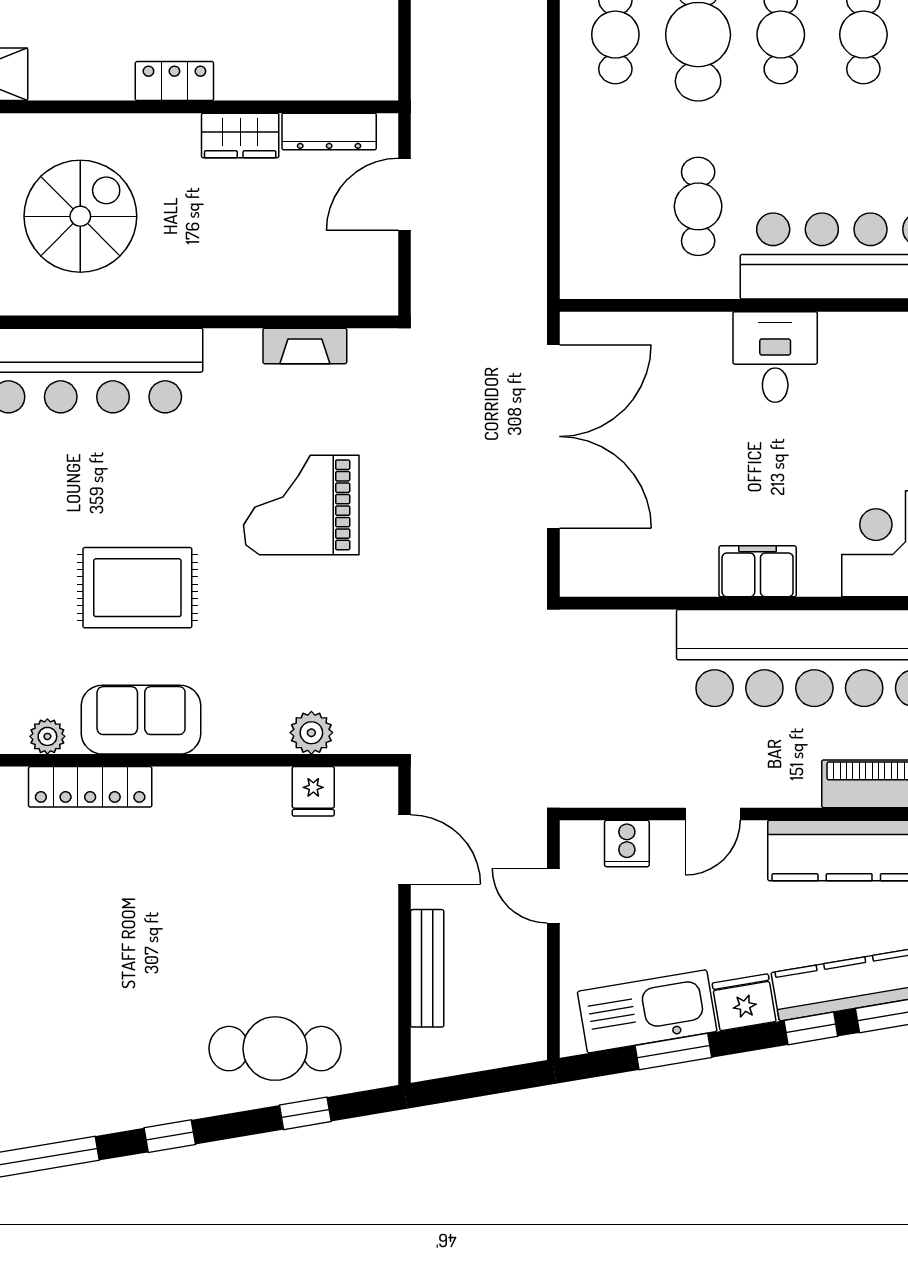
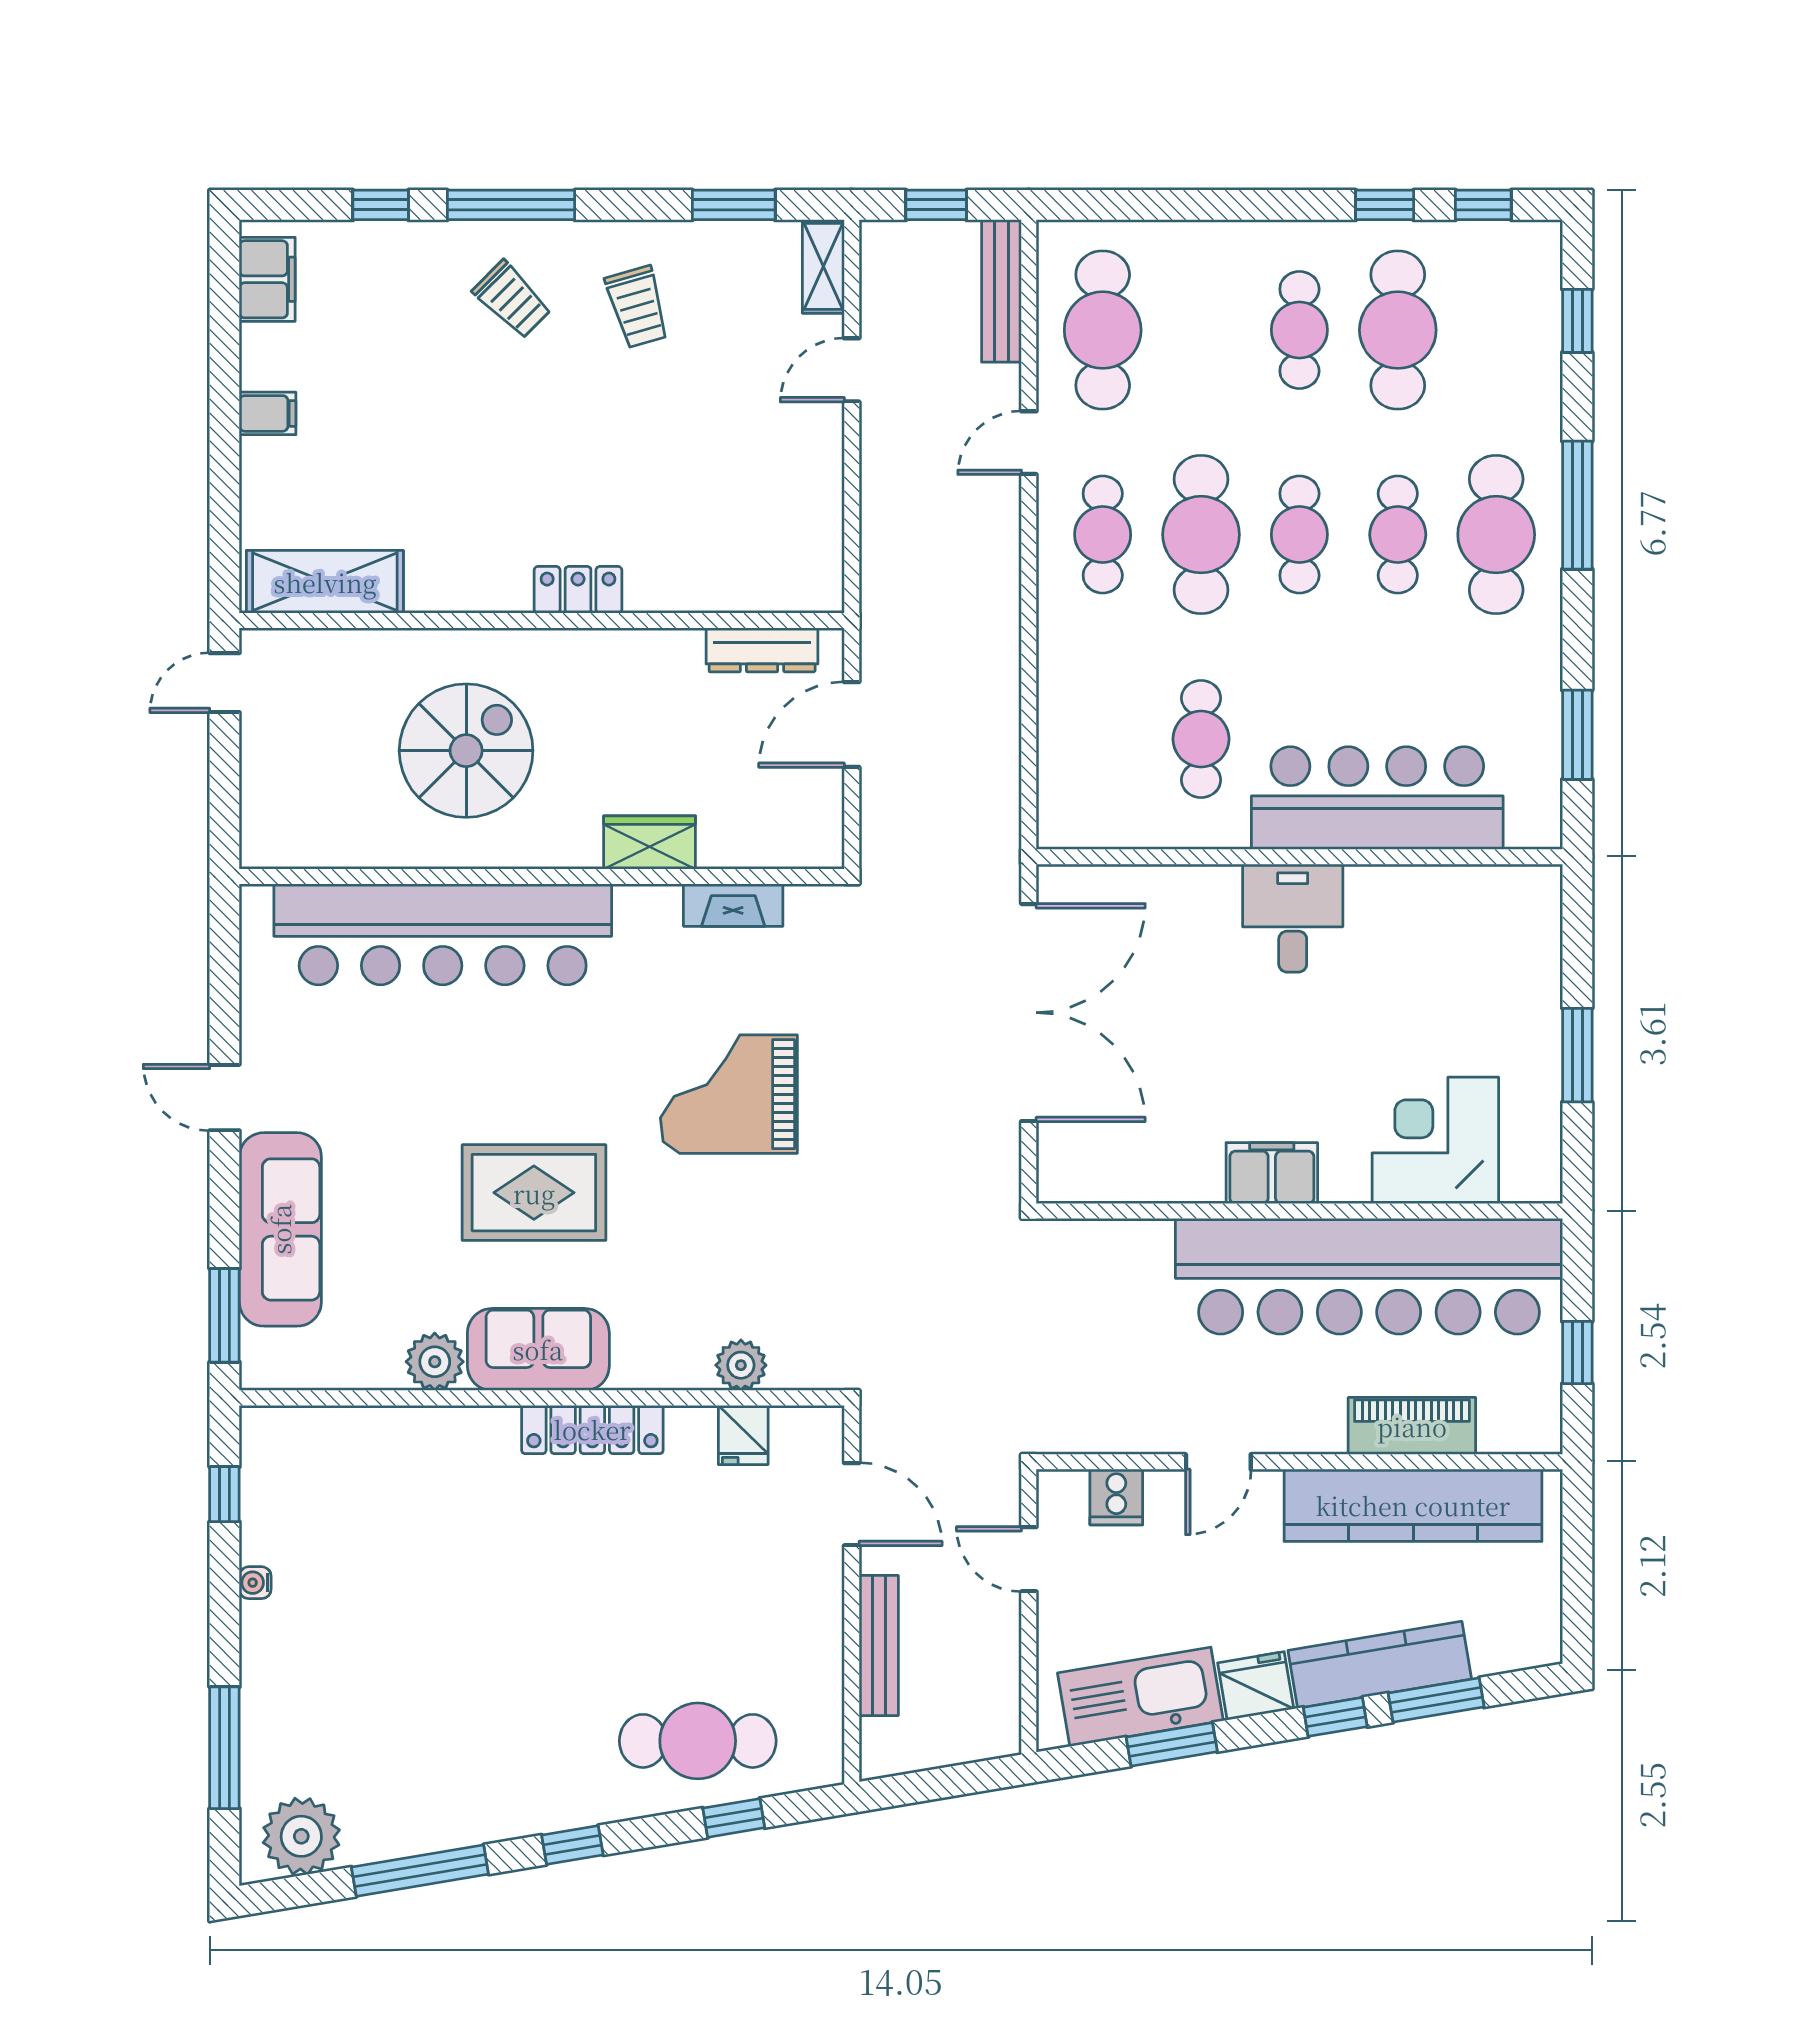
wardrobe: (240, 135) -> (650, 842), moved, turned 180
plant: (47, 736) -> (435, 1362), width x1.38, depth x1.38
locker: (90, 787) -> (592, 1429), moved

